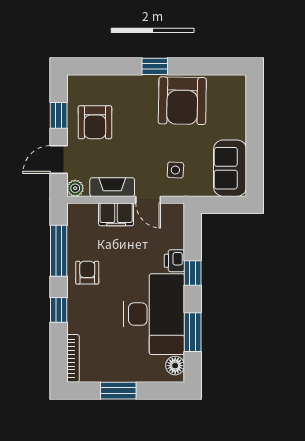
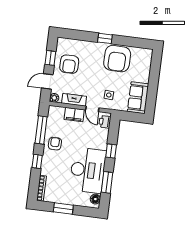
printer: (174, 261) -> (105, 122), moved

